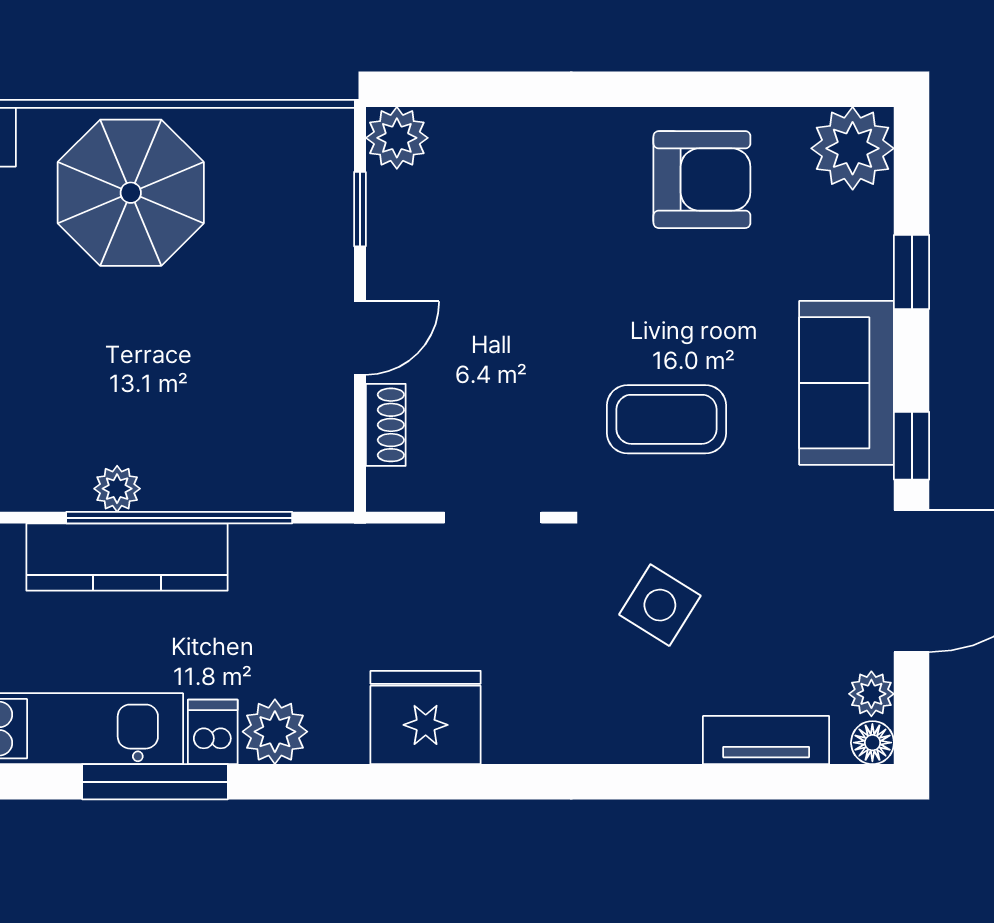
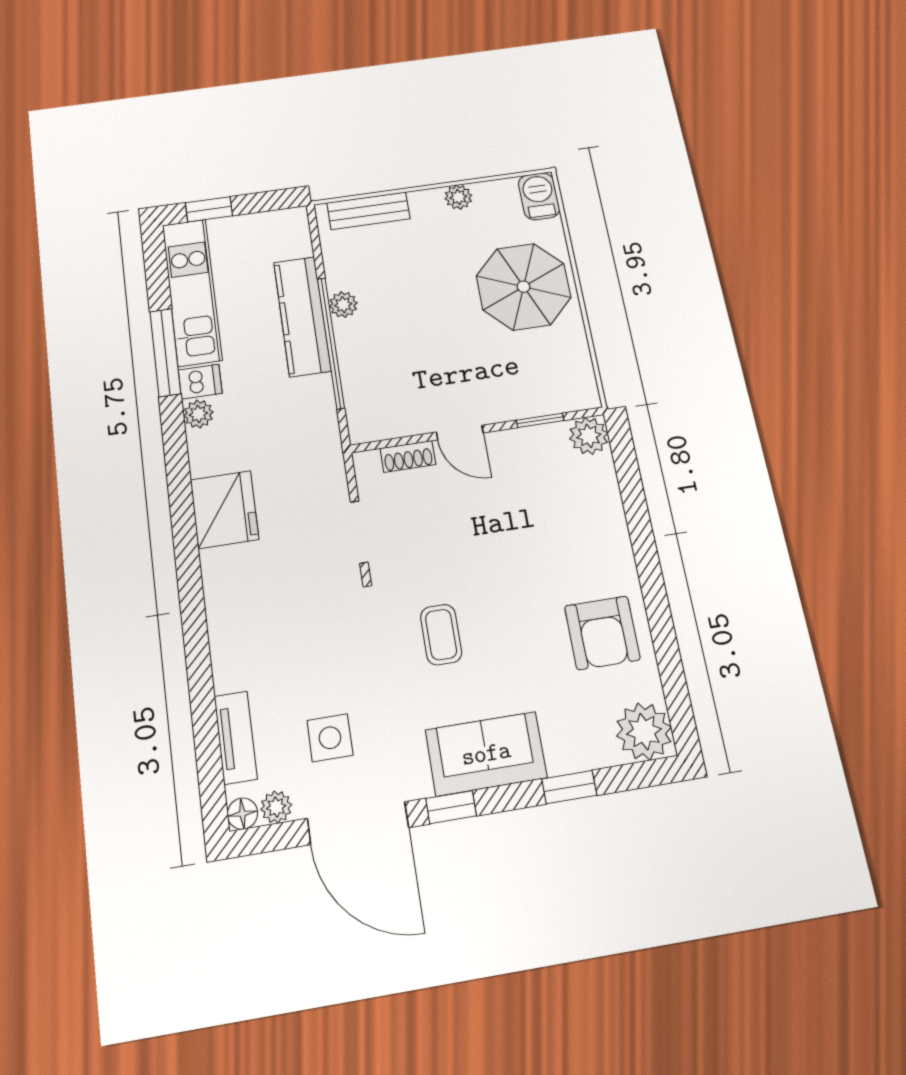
coffee table: (667, 419) -> (441, 635), width x0.73, depth x0.77
side table: (660, 605) -> (330, 738), moved, turned -32
plant: (275, 732) -> (198, 414), width x0.73, depth x0.73

